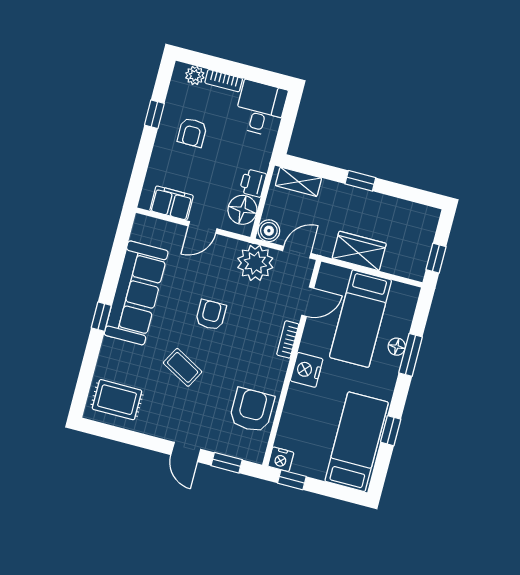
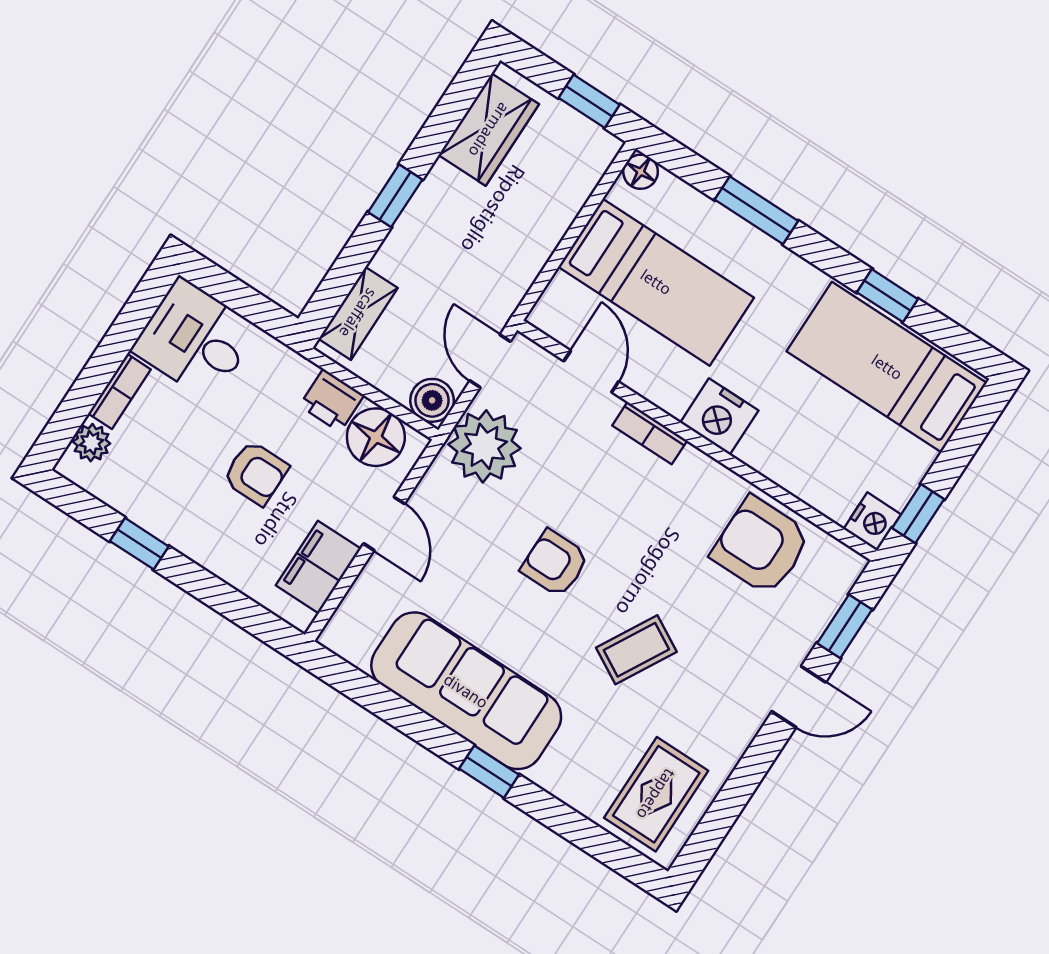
armchair: (192, 132) -> (256, 473), moved
wardrobe: (359, 251) -> (489, 130), moved, turned 180
floor lamp: (397, 347) -> (641, 172), moved

